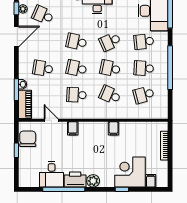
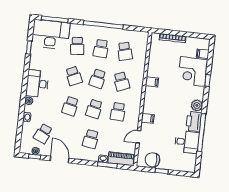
school desk: (110, 95) -> (121, 81), turned -45

